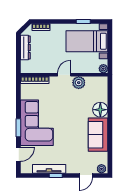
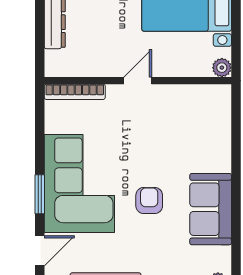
plant: (79, 83) -> (169, 97), removed
floor lamp: (100, 110) -> (215, 155), removed
armchair: (69, 131) -> (149, 201), added

